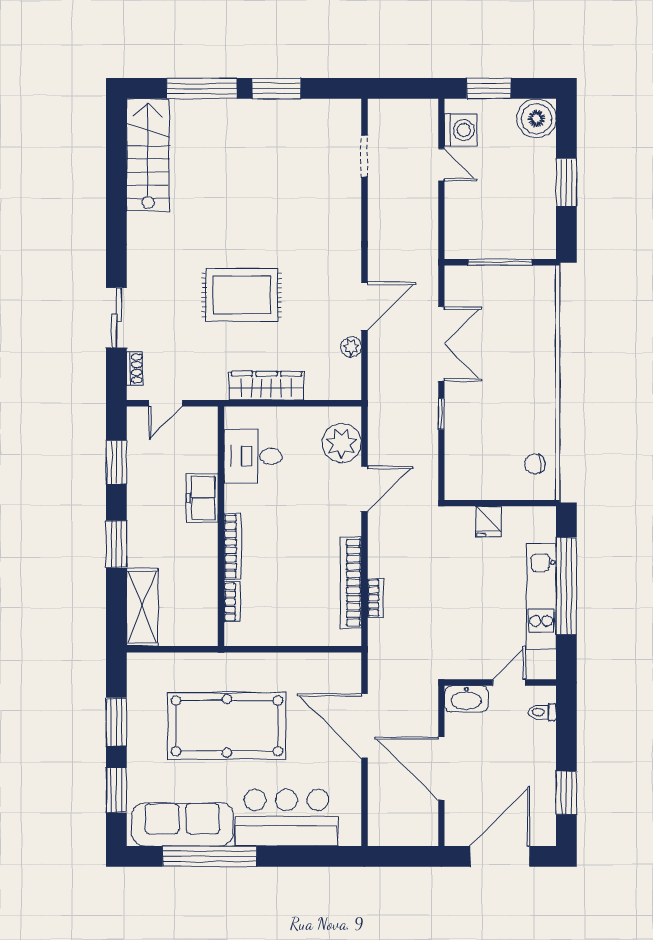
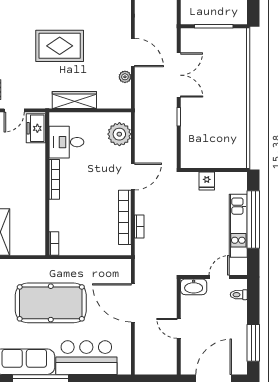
door: (364, 306) -> (133, 53), hinge flipped
chair: (535, 464) -> (234, 147), removed
door: (364, 489) -> (133, 176), moved
freezer: (202, 498) -> (36, 128), moved
bookcase: (233, 546) -> (54, 179), moved
bookcase: (232, 602) -> (54, 243), moved
door: (441, 769) -> (179, 328), width x0.53
window: (566, 793) -> (253, 343), width x1.44

